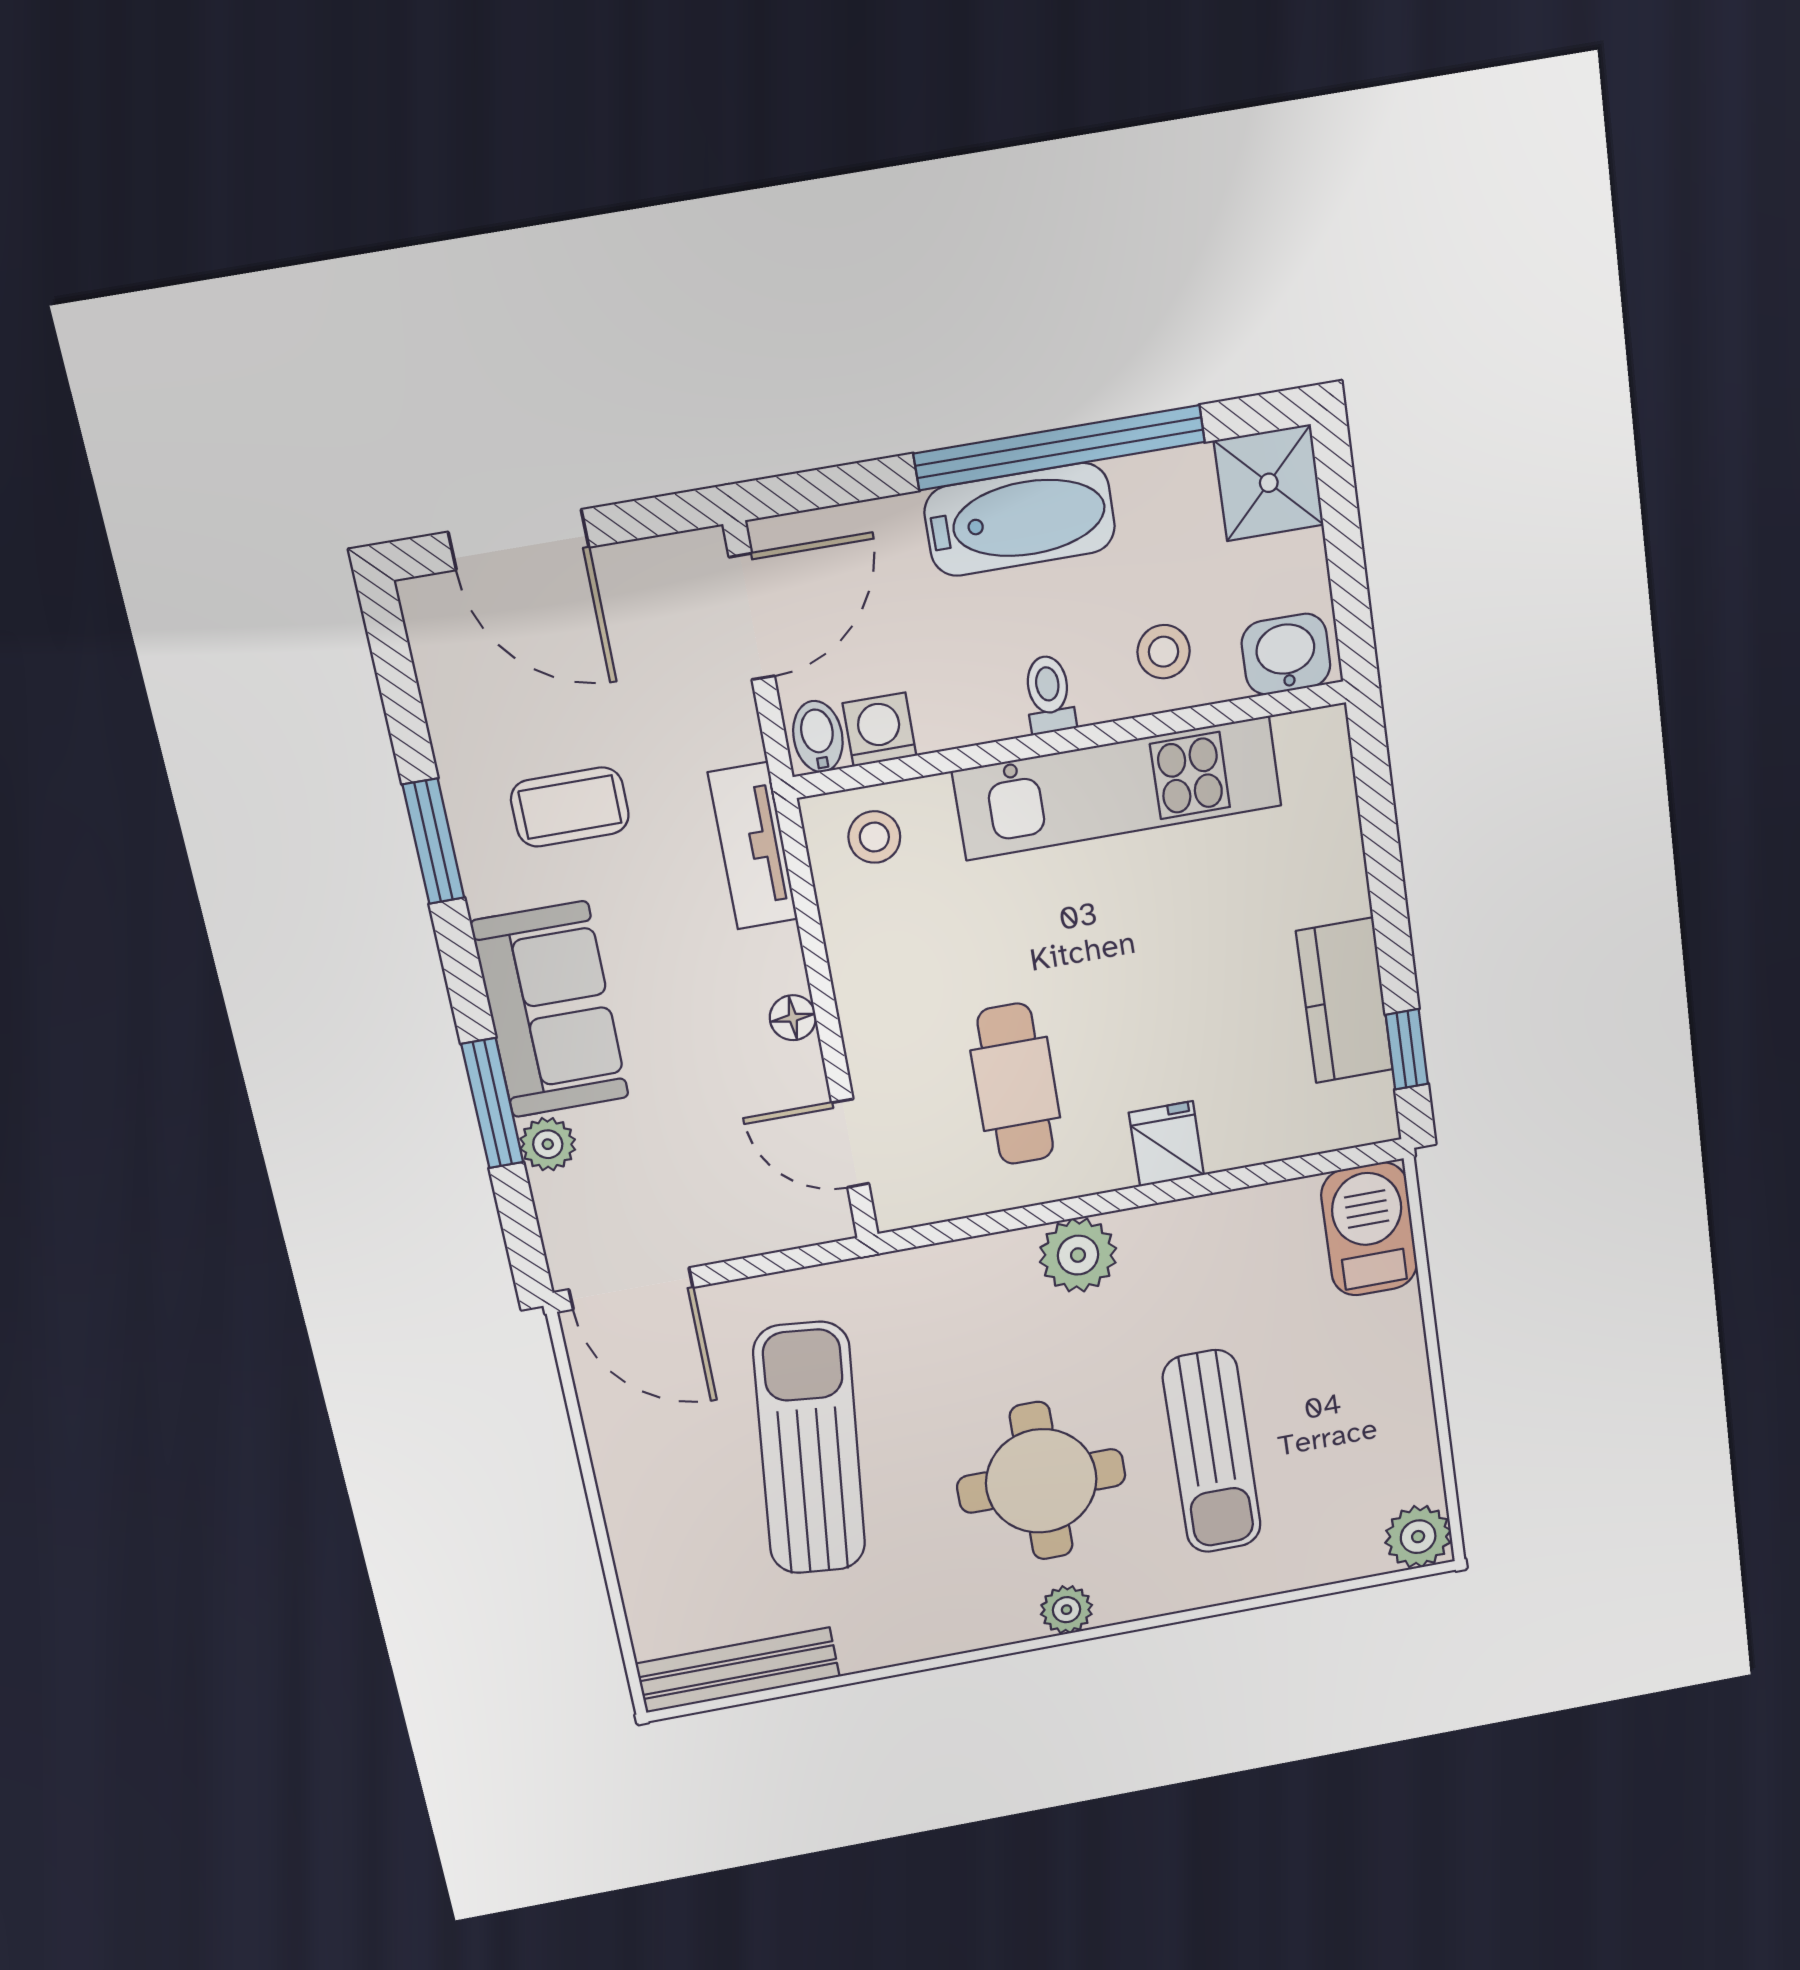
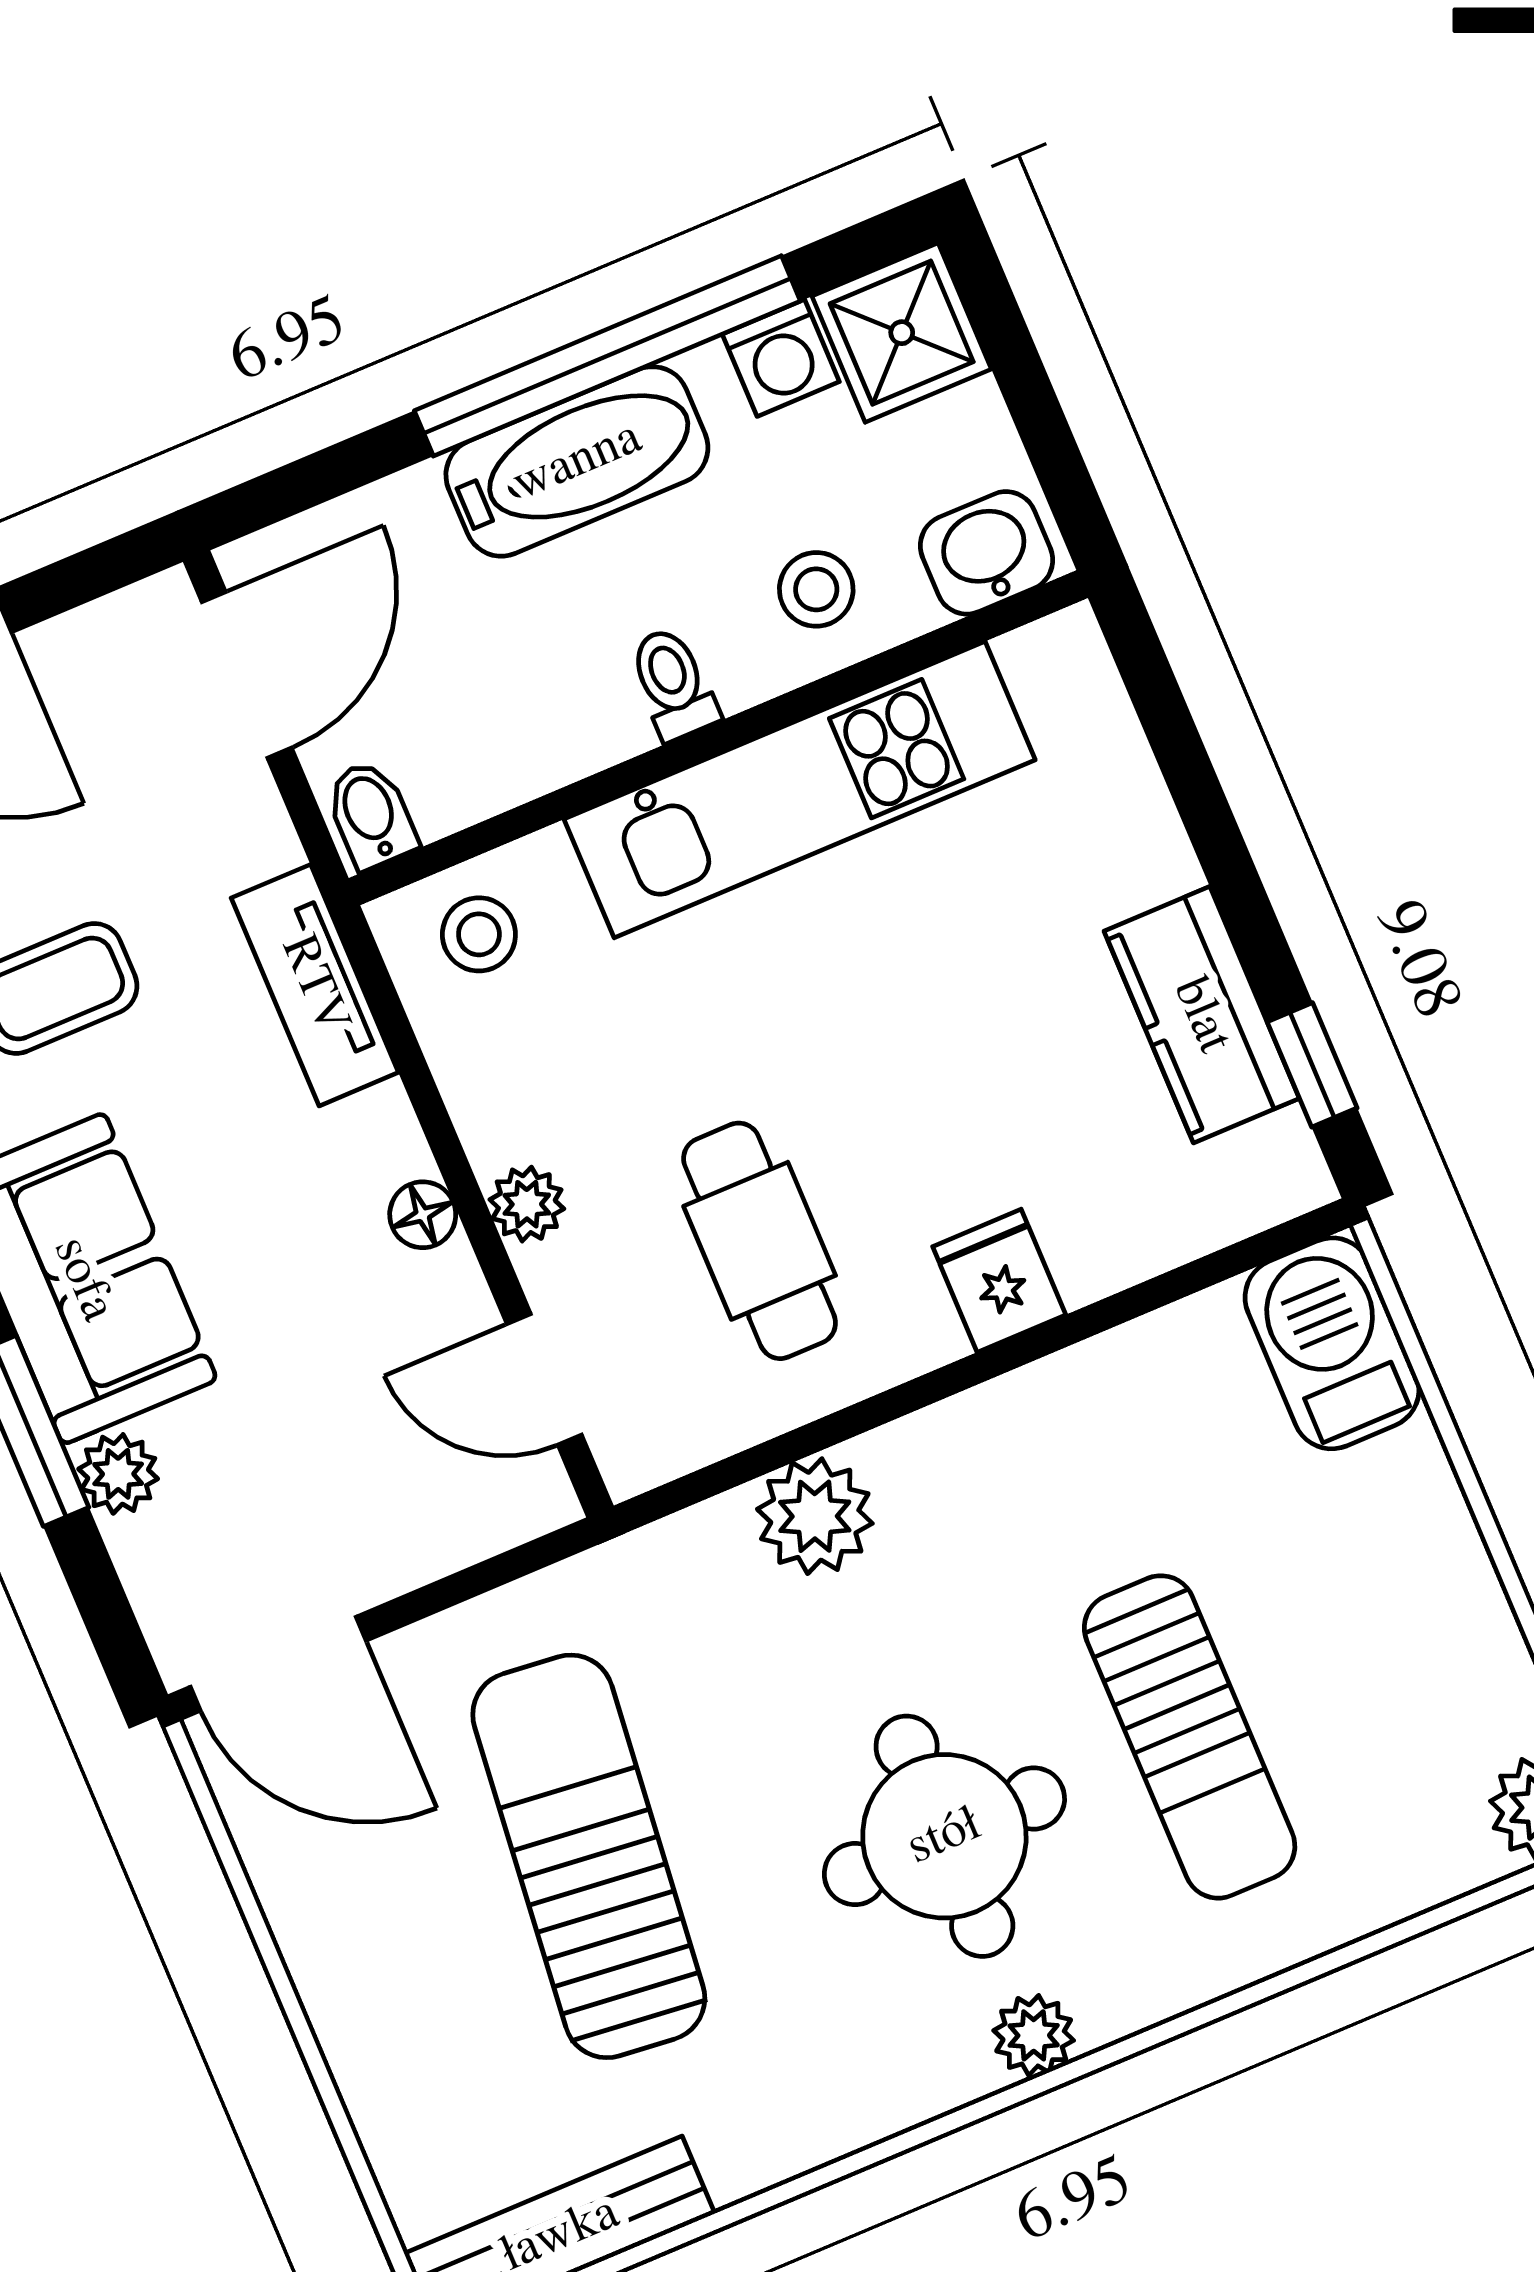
washing machine: (879, 730) -> (781, 358), moved, turned 180
plant: (865, 1026) -> (527, 1204), added
plant: (1078, 1255) -> (815, 1516), moved

